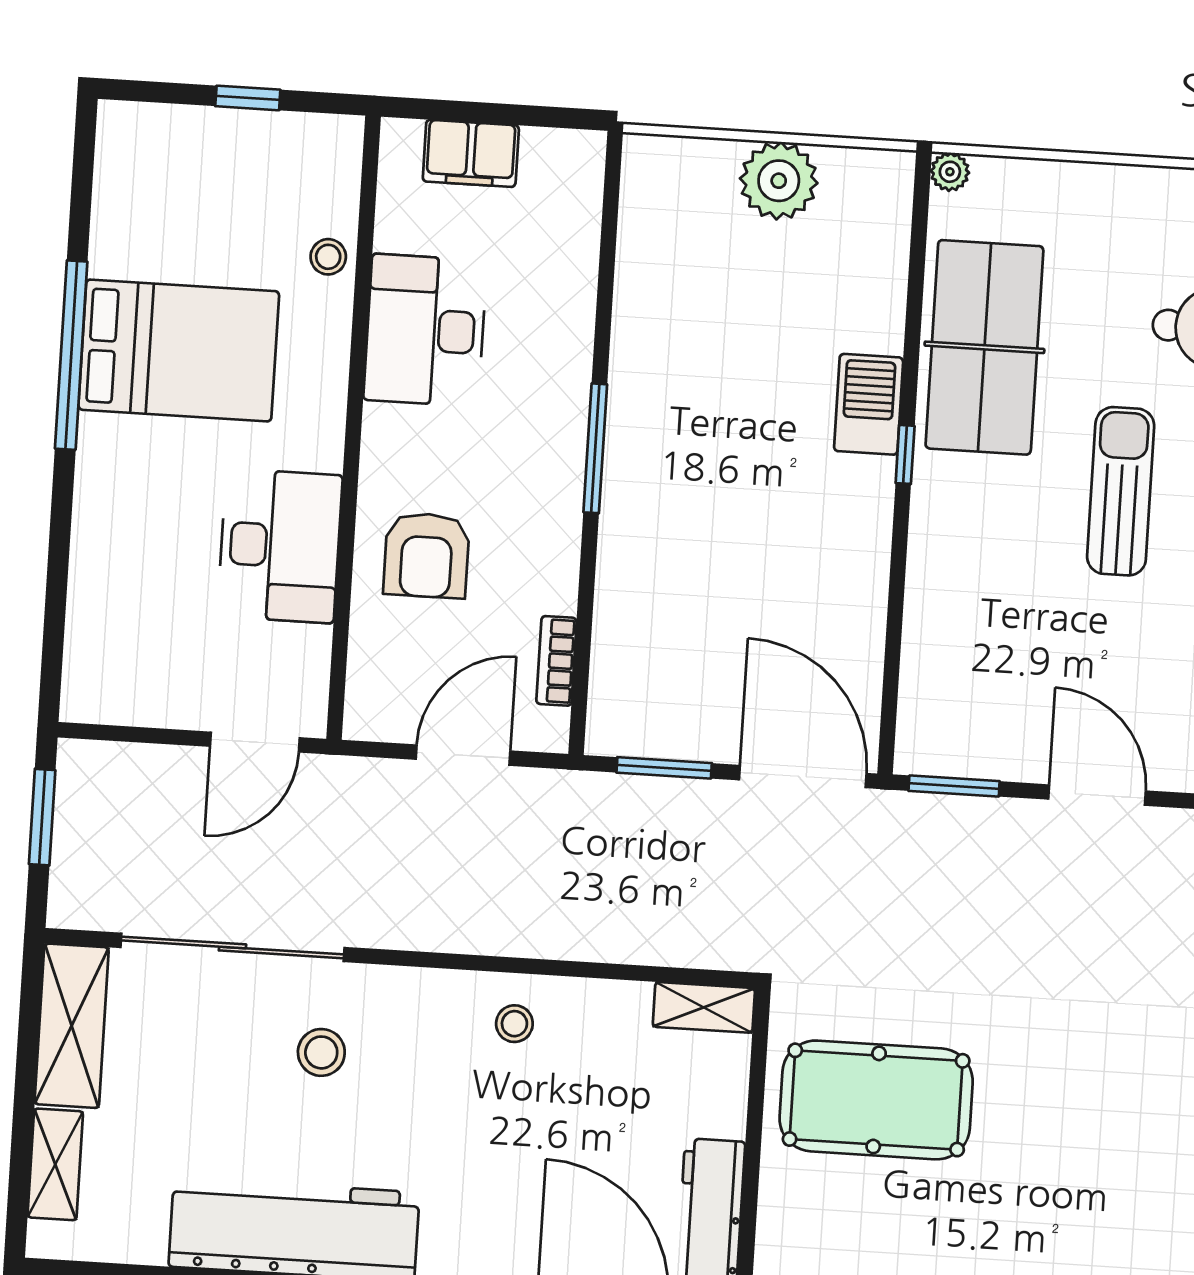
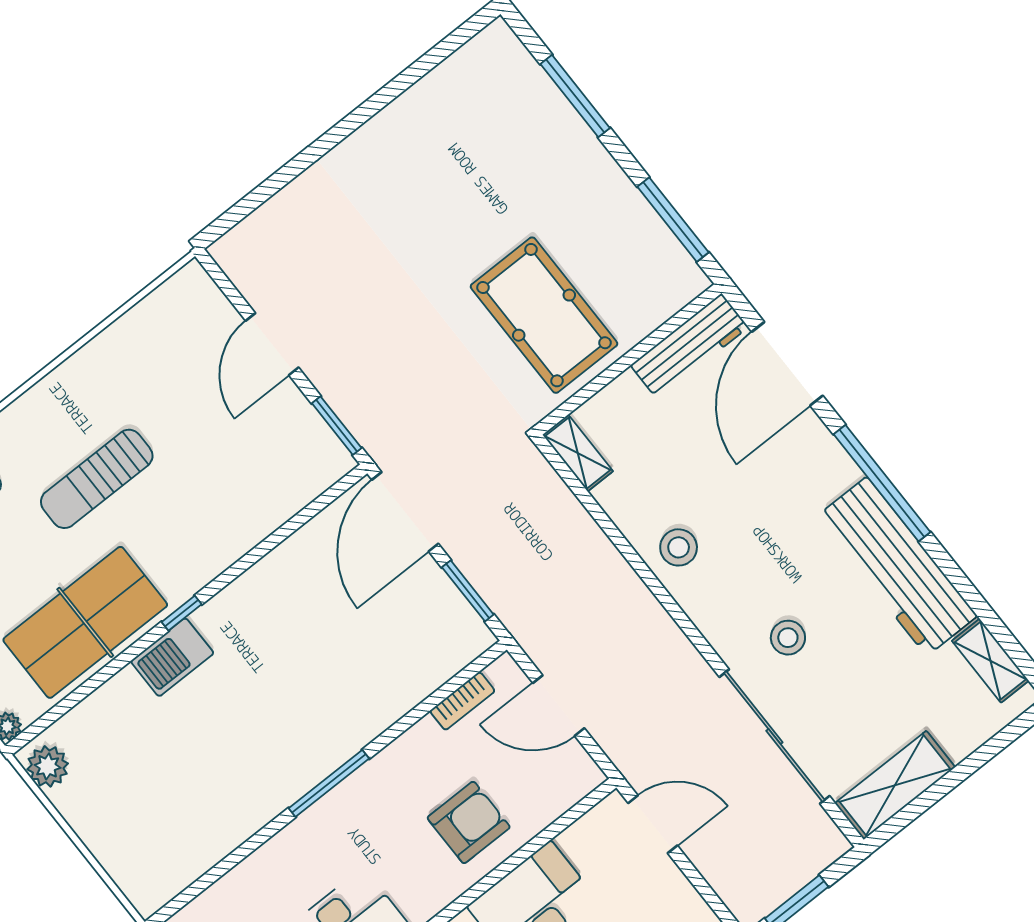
plant: (779, 181) -> (48, 766), moved, width x0.73, depth x0.73
stool: (514, 1024) -> (679, 547), width x1.37, depth x1.37
shelving: (55, 1164) -> (990, 661), moved, turned 90

